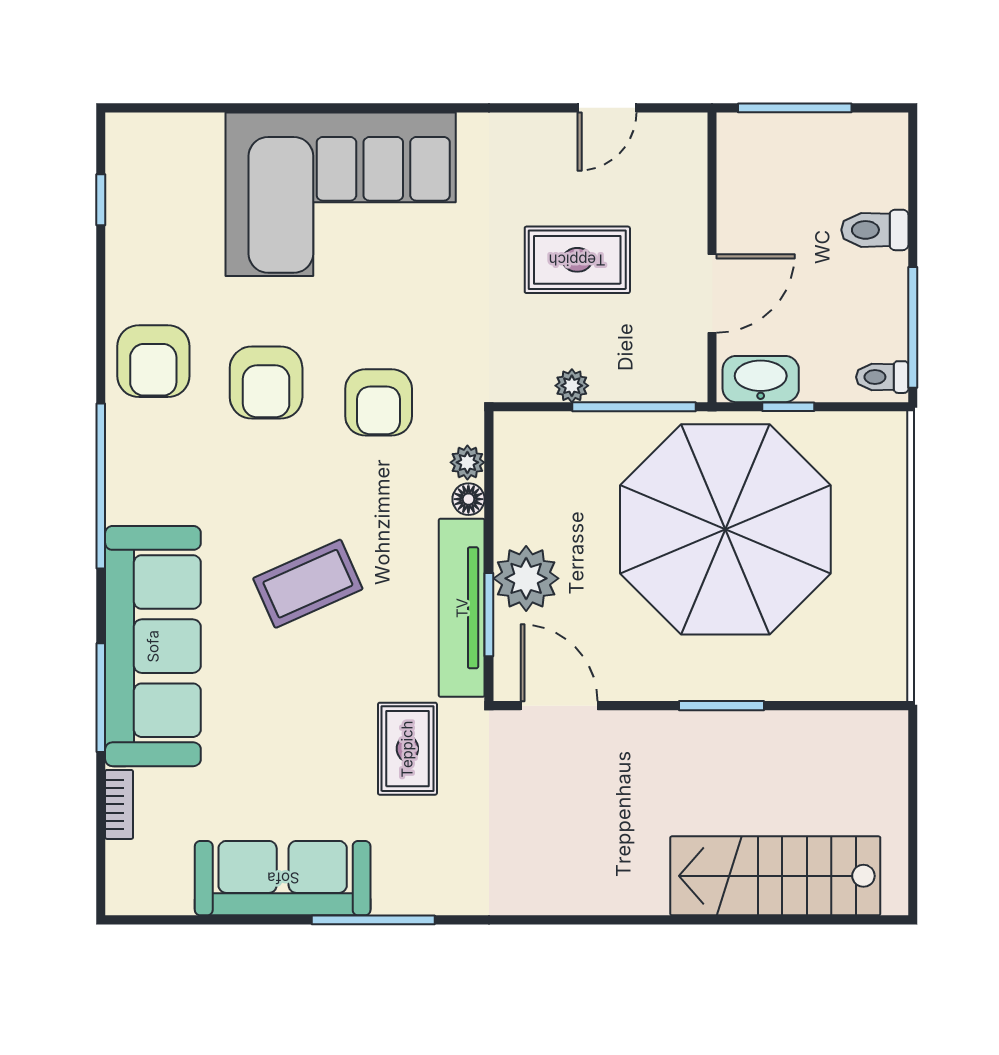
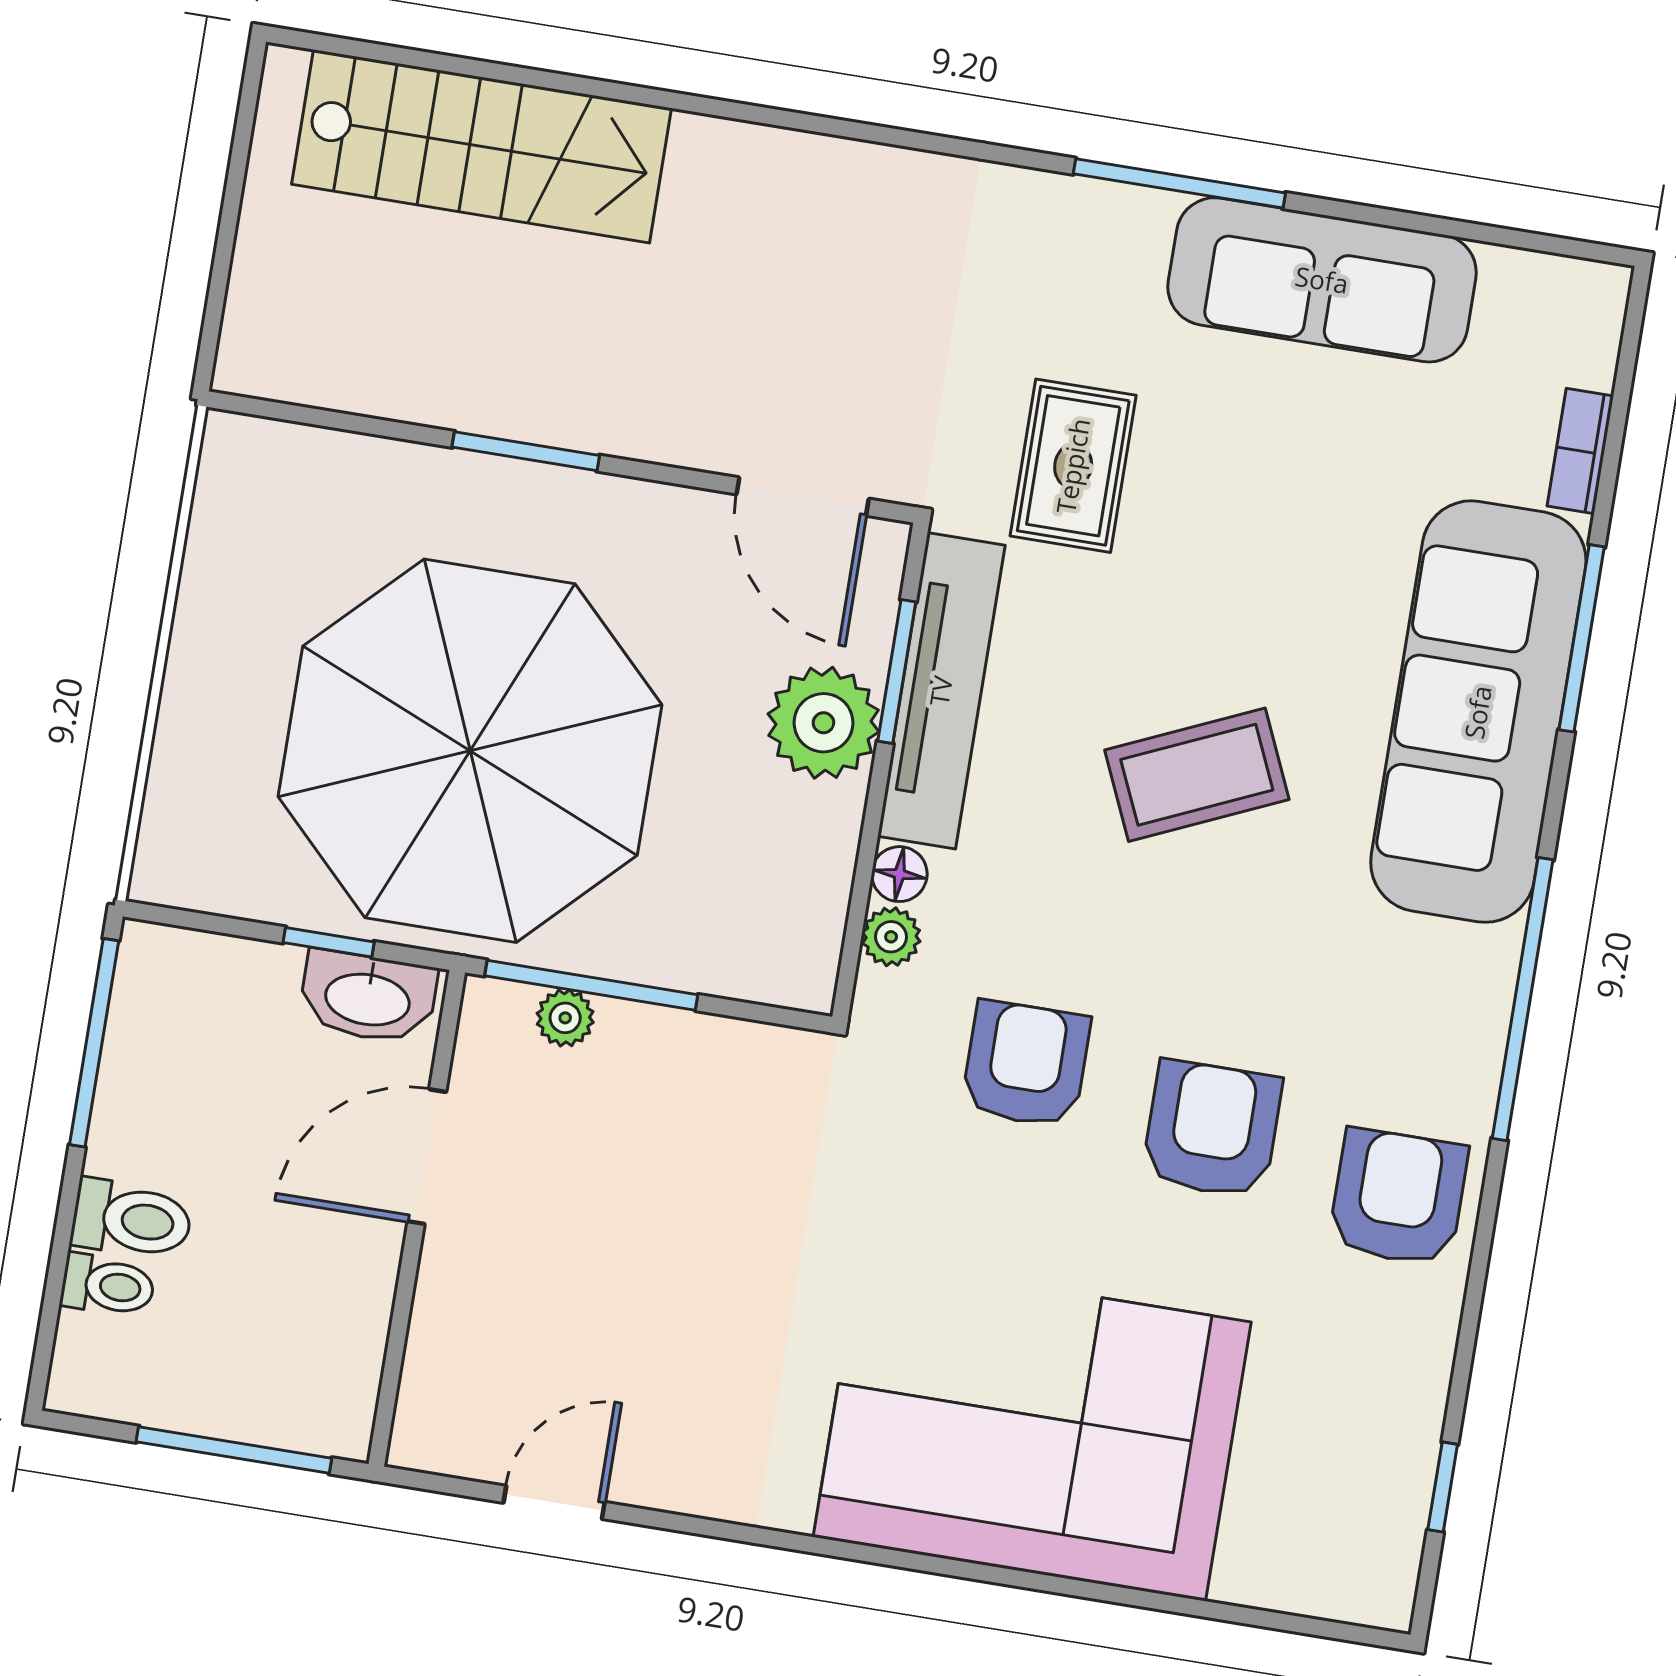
rug: (577, 260) -> (647, 1252), removed
toilet: (882, 377) -> (108, 1285), moved
plant: (572, 386) -> (565, 1018), moved

